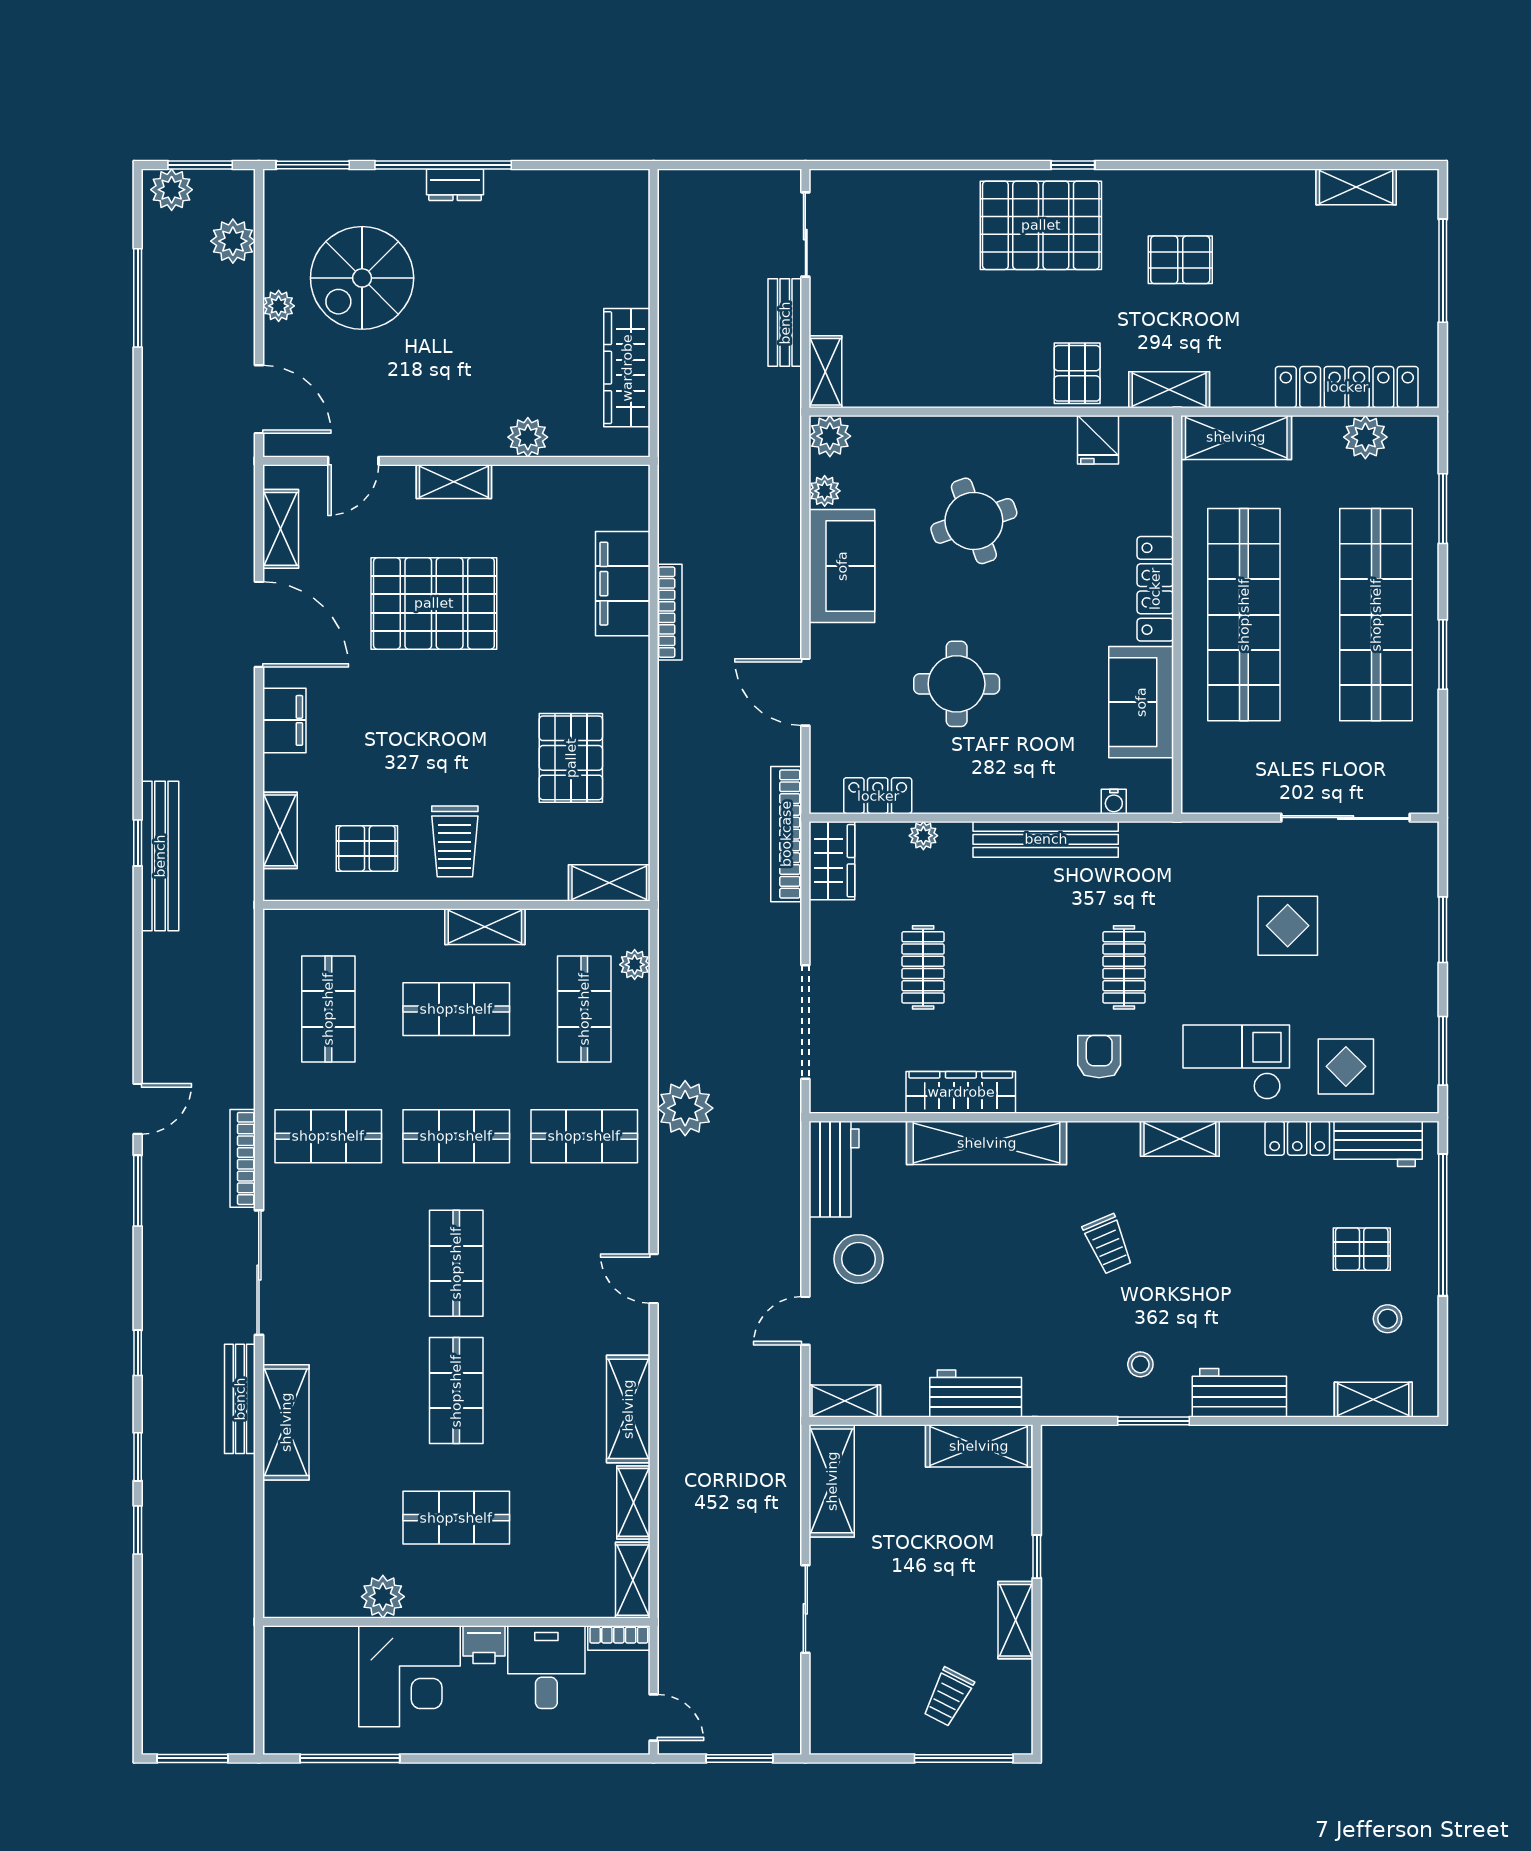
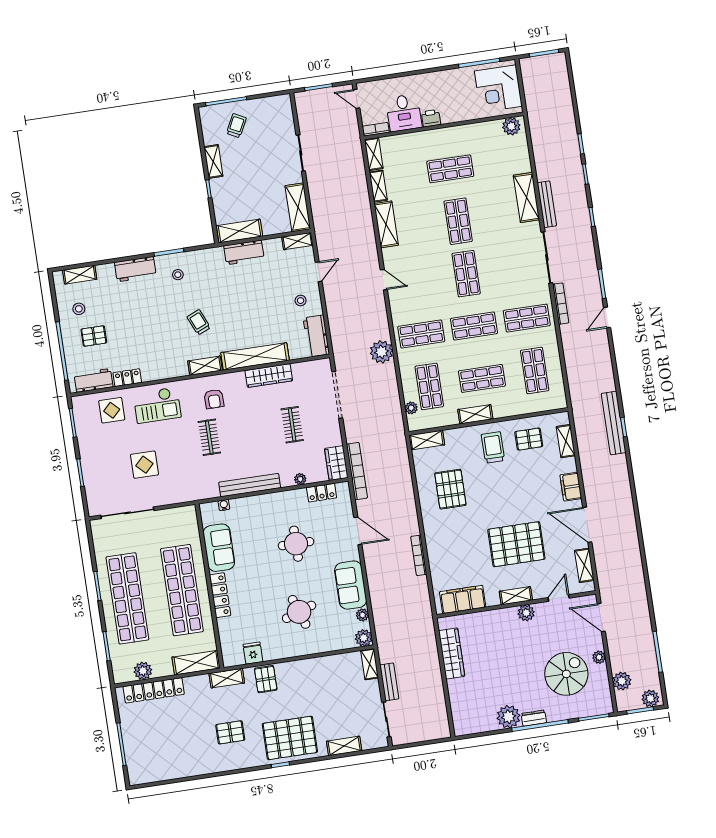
shelving: (1356, 187) -> (344, 746), moved
plant: (515, 197) -> (508, 717), added
plant: (528, 437) -> (526, 613), moved
filing cabinet: (623, 584) -> (463, 599), moved, turned -90
shelving: (1180, 1139) -> (205, 366), moved
stool: (859, 1259) -> (301, 301), width x0.53, depth x0.53
plant: (383, 1597) -> (511, 126), moved
corner desk: (409, 1676) -> (498, 89), moved, turned -90

